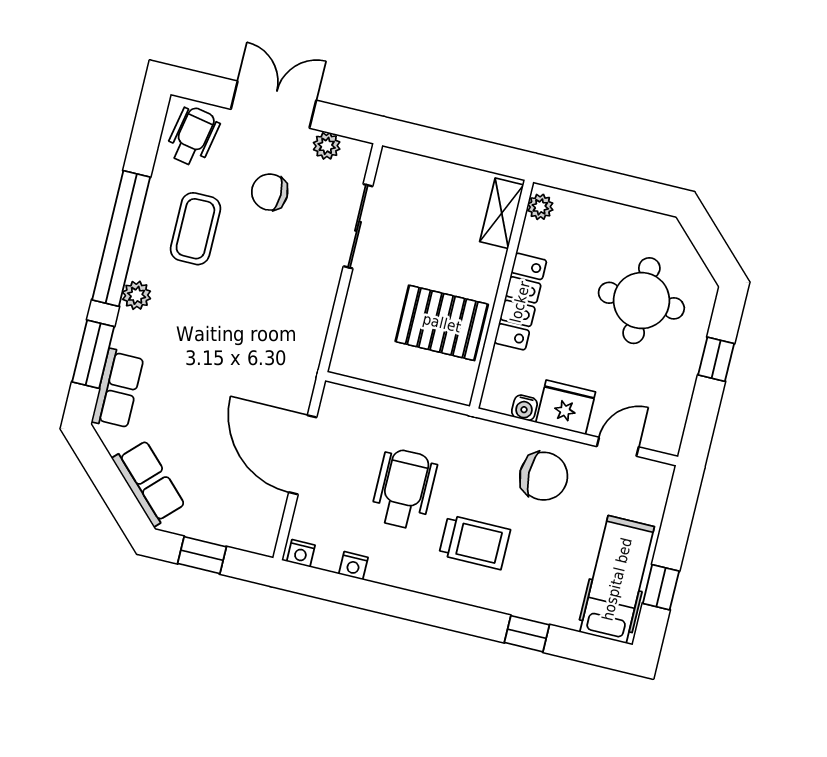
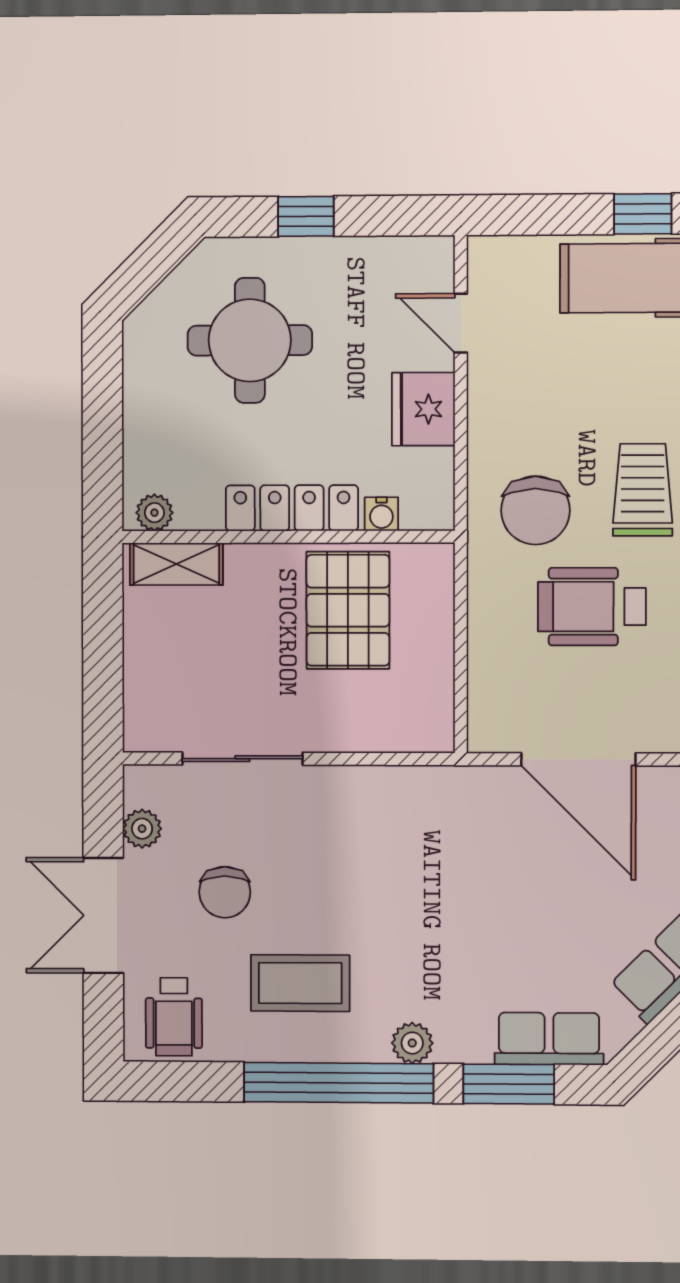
wheelchair: (193, 136) -> (174, 1017), turned -101
water cooler: (524, 408) -> (381, 514), moved, turned 90
door: (303, 455) -> (578, 759), hinge flipped
chair: (544, 476) -> (535, 510), moved, turned 180

